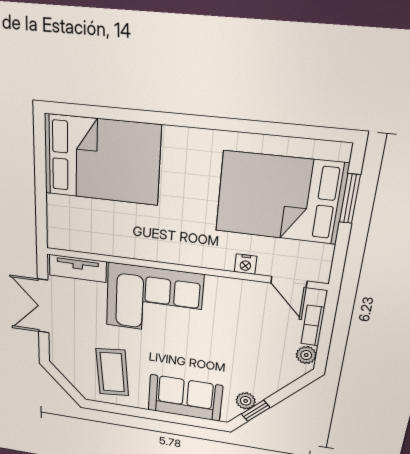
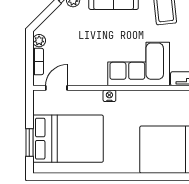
nightstand: (246, 264) -> (109, 96), moved
door: (289, 282) -> (56, 88), hinge flipped

